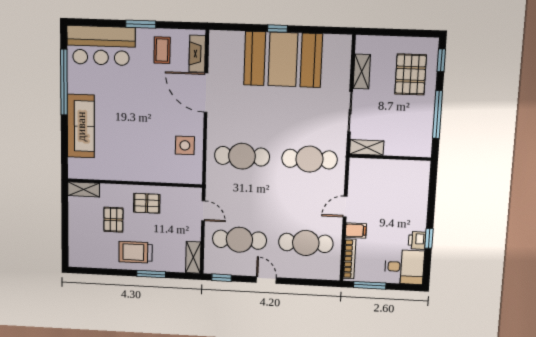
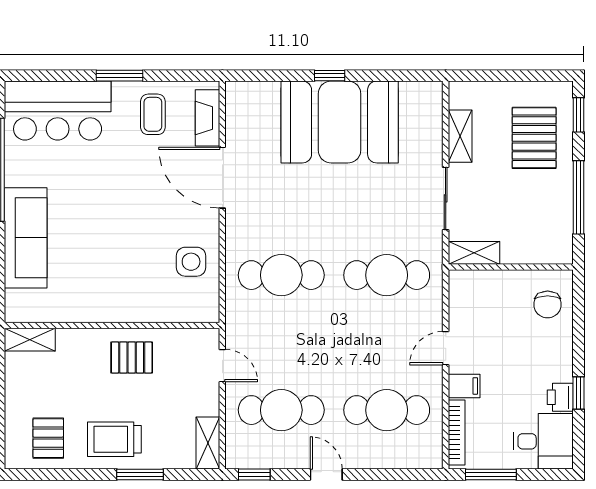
chair: (413, 182) -> (548, 304), added
pallet: (113, 220) -> (48, 438), moved

